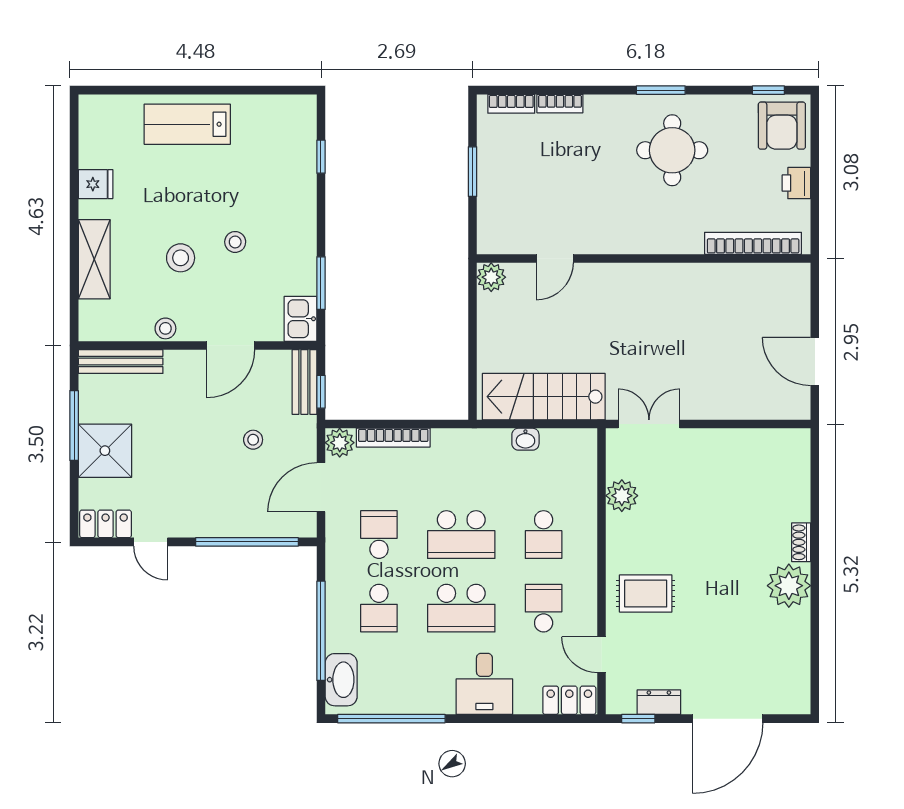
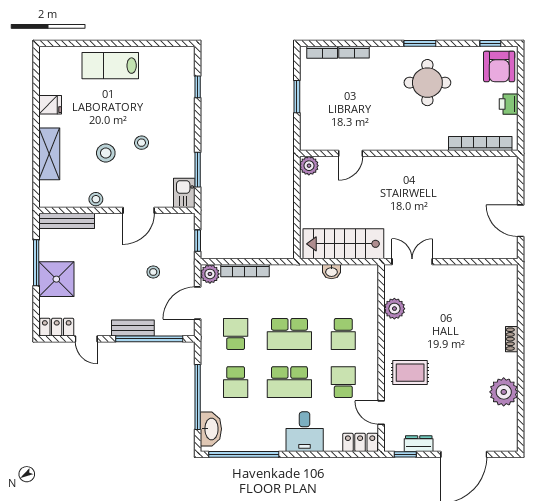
bench: (304, 382) -> (133, 328), moved, turned 90
plant: (789, 586) -> (504, 392), moved

